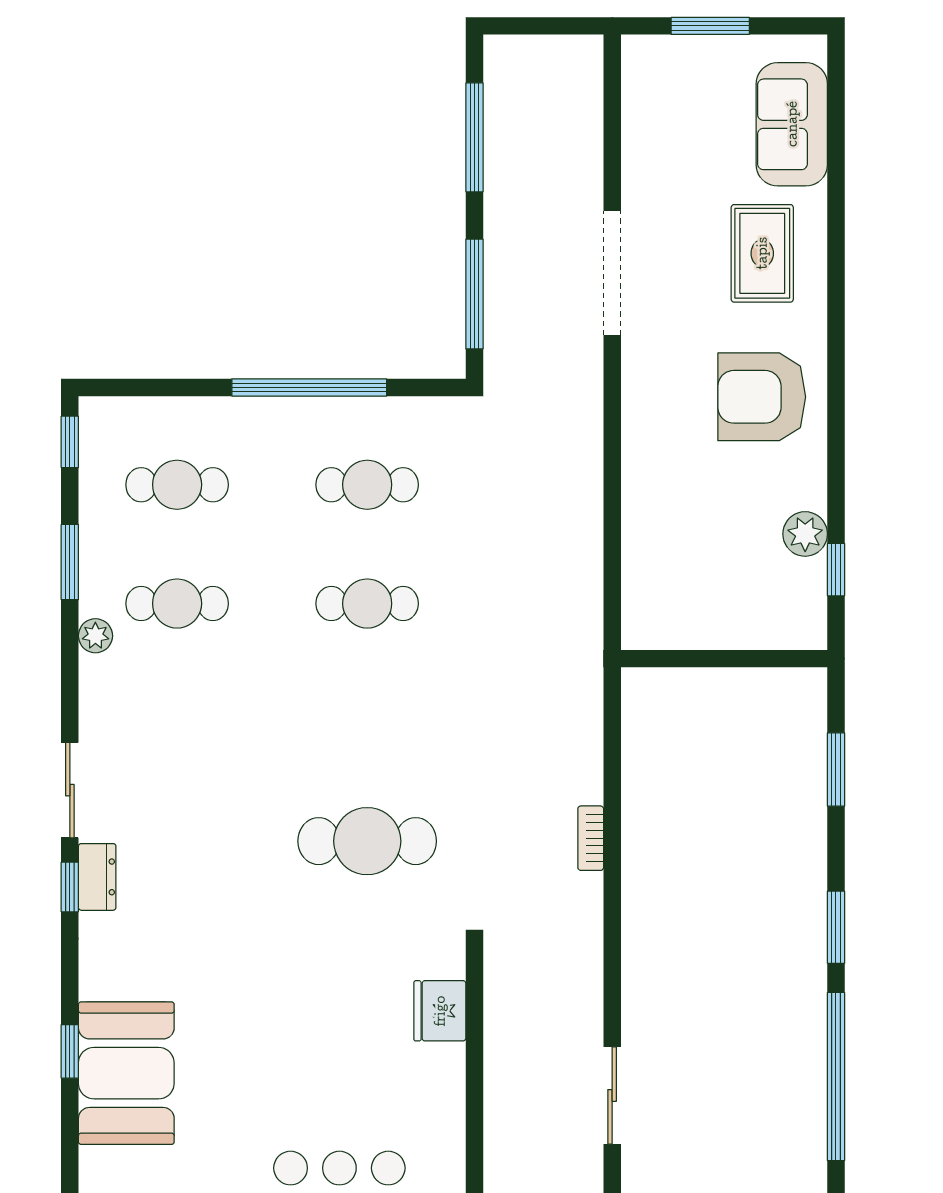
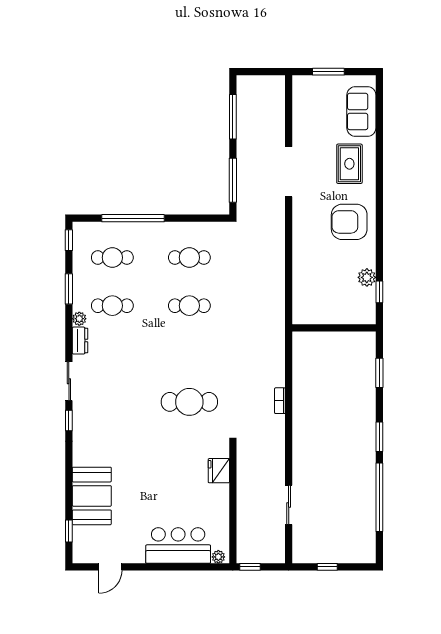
window: (309, 387) -> (133, 218), moved
dresser: (97, 877) -> (80, 341), moved
window: (70, 1051) -> (69, 531), moved

